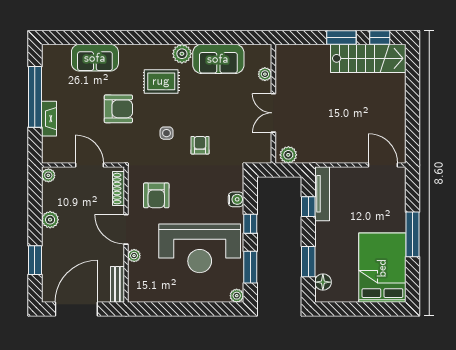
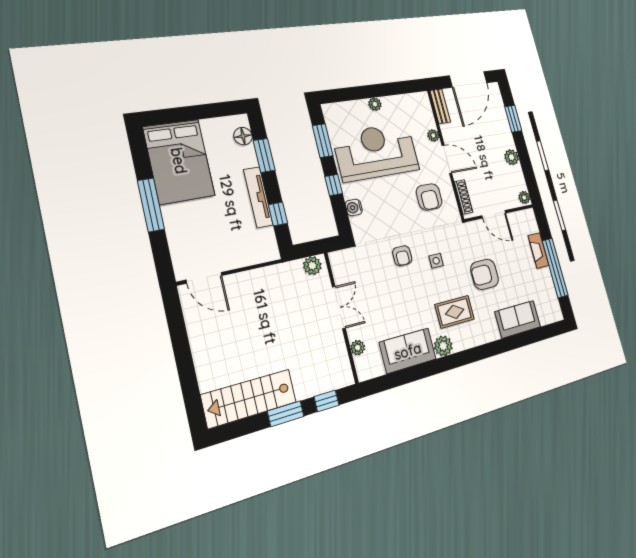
window: (380, 38) -> (327, 401), moved
tv unit: (322, 194) -> (258, 197), moved
armchair: (156, 195) -> (429, 197), turned 180
plant: (237, 296) -> (375, 104), moved

